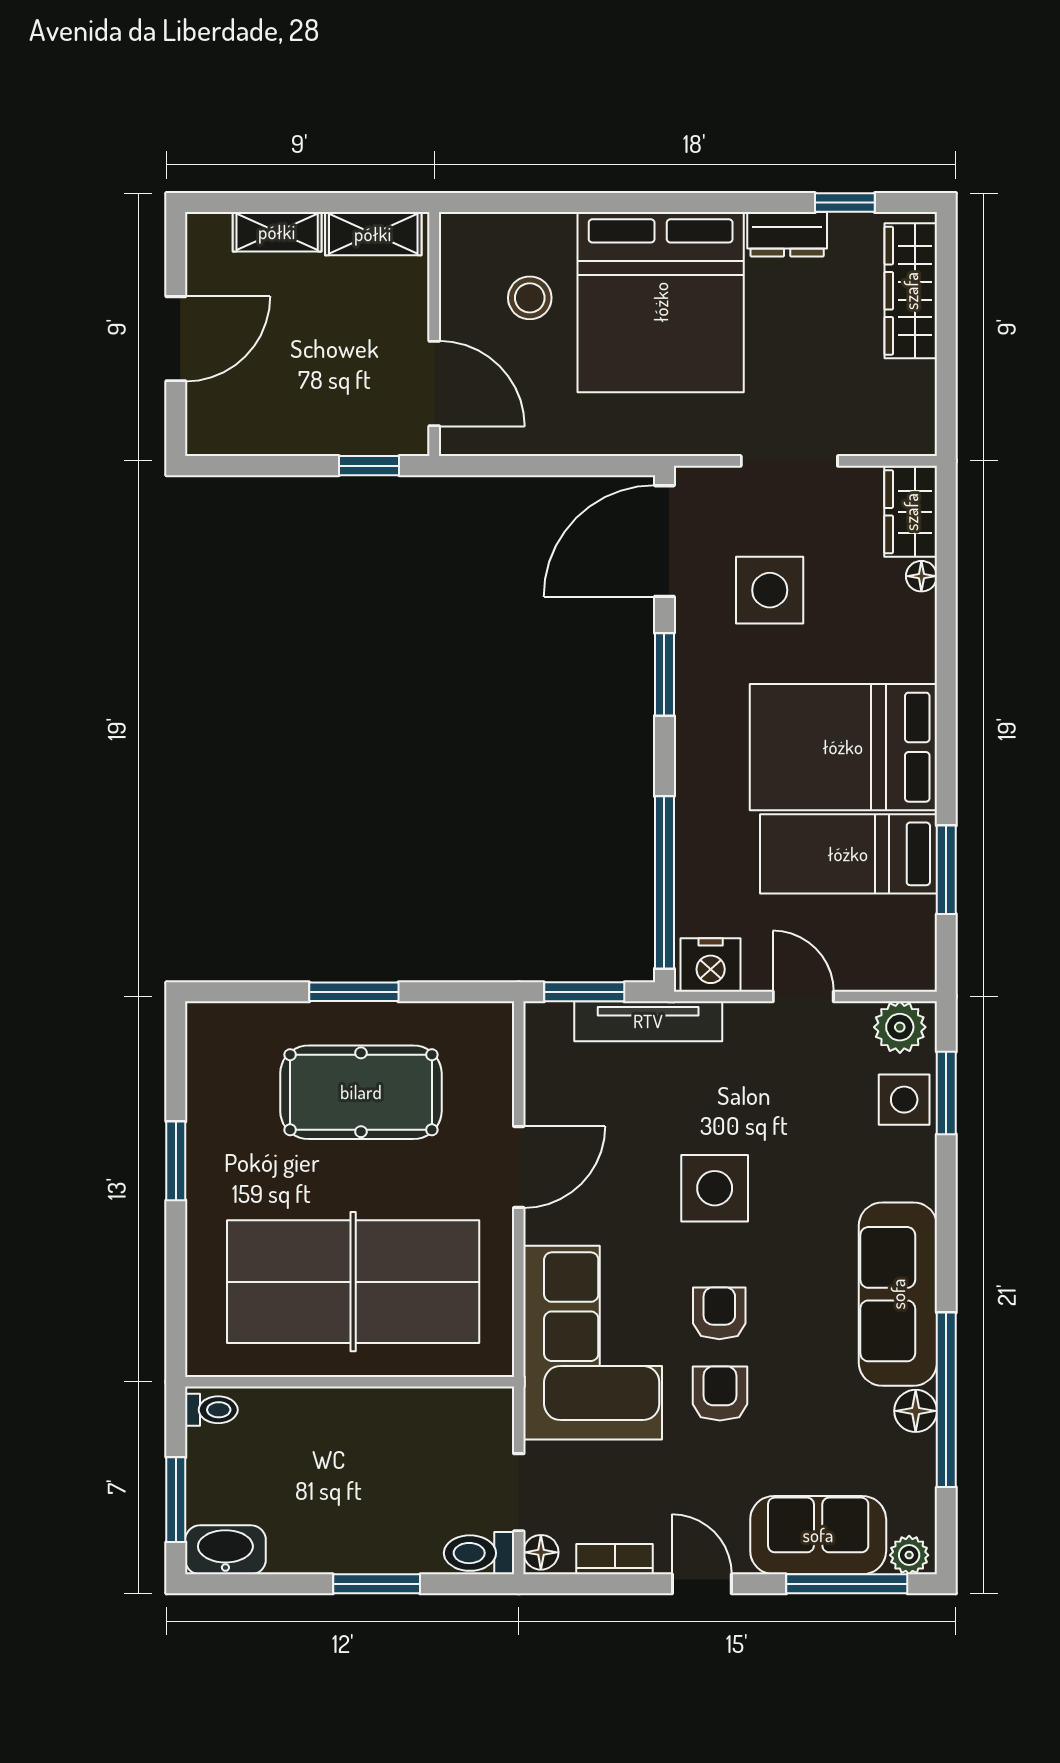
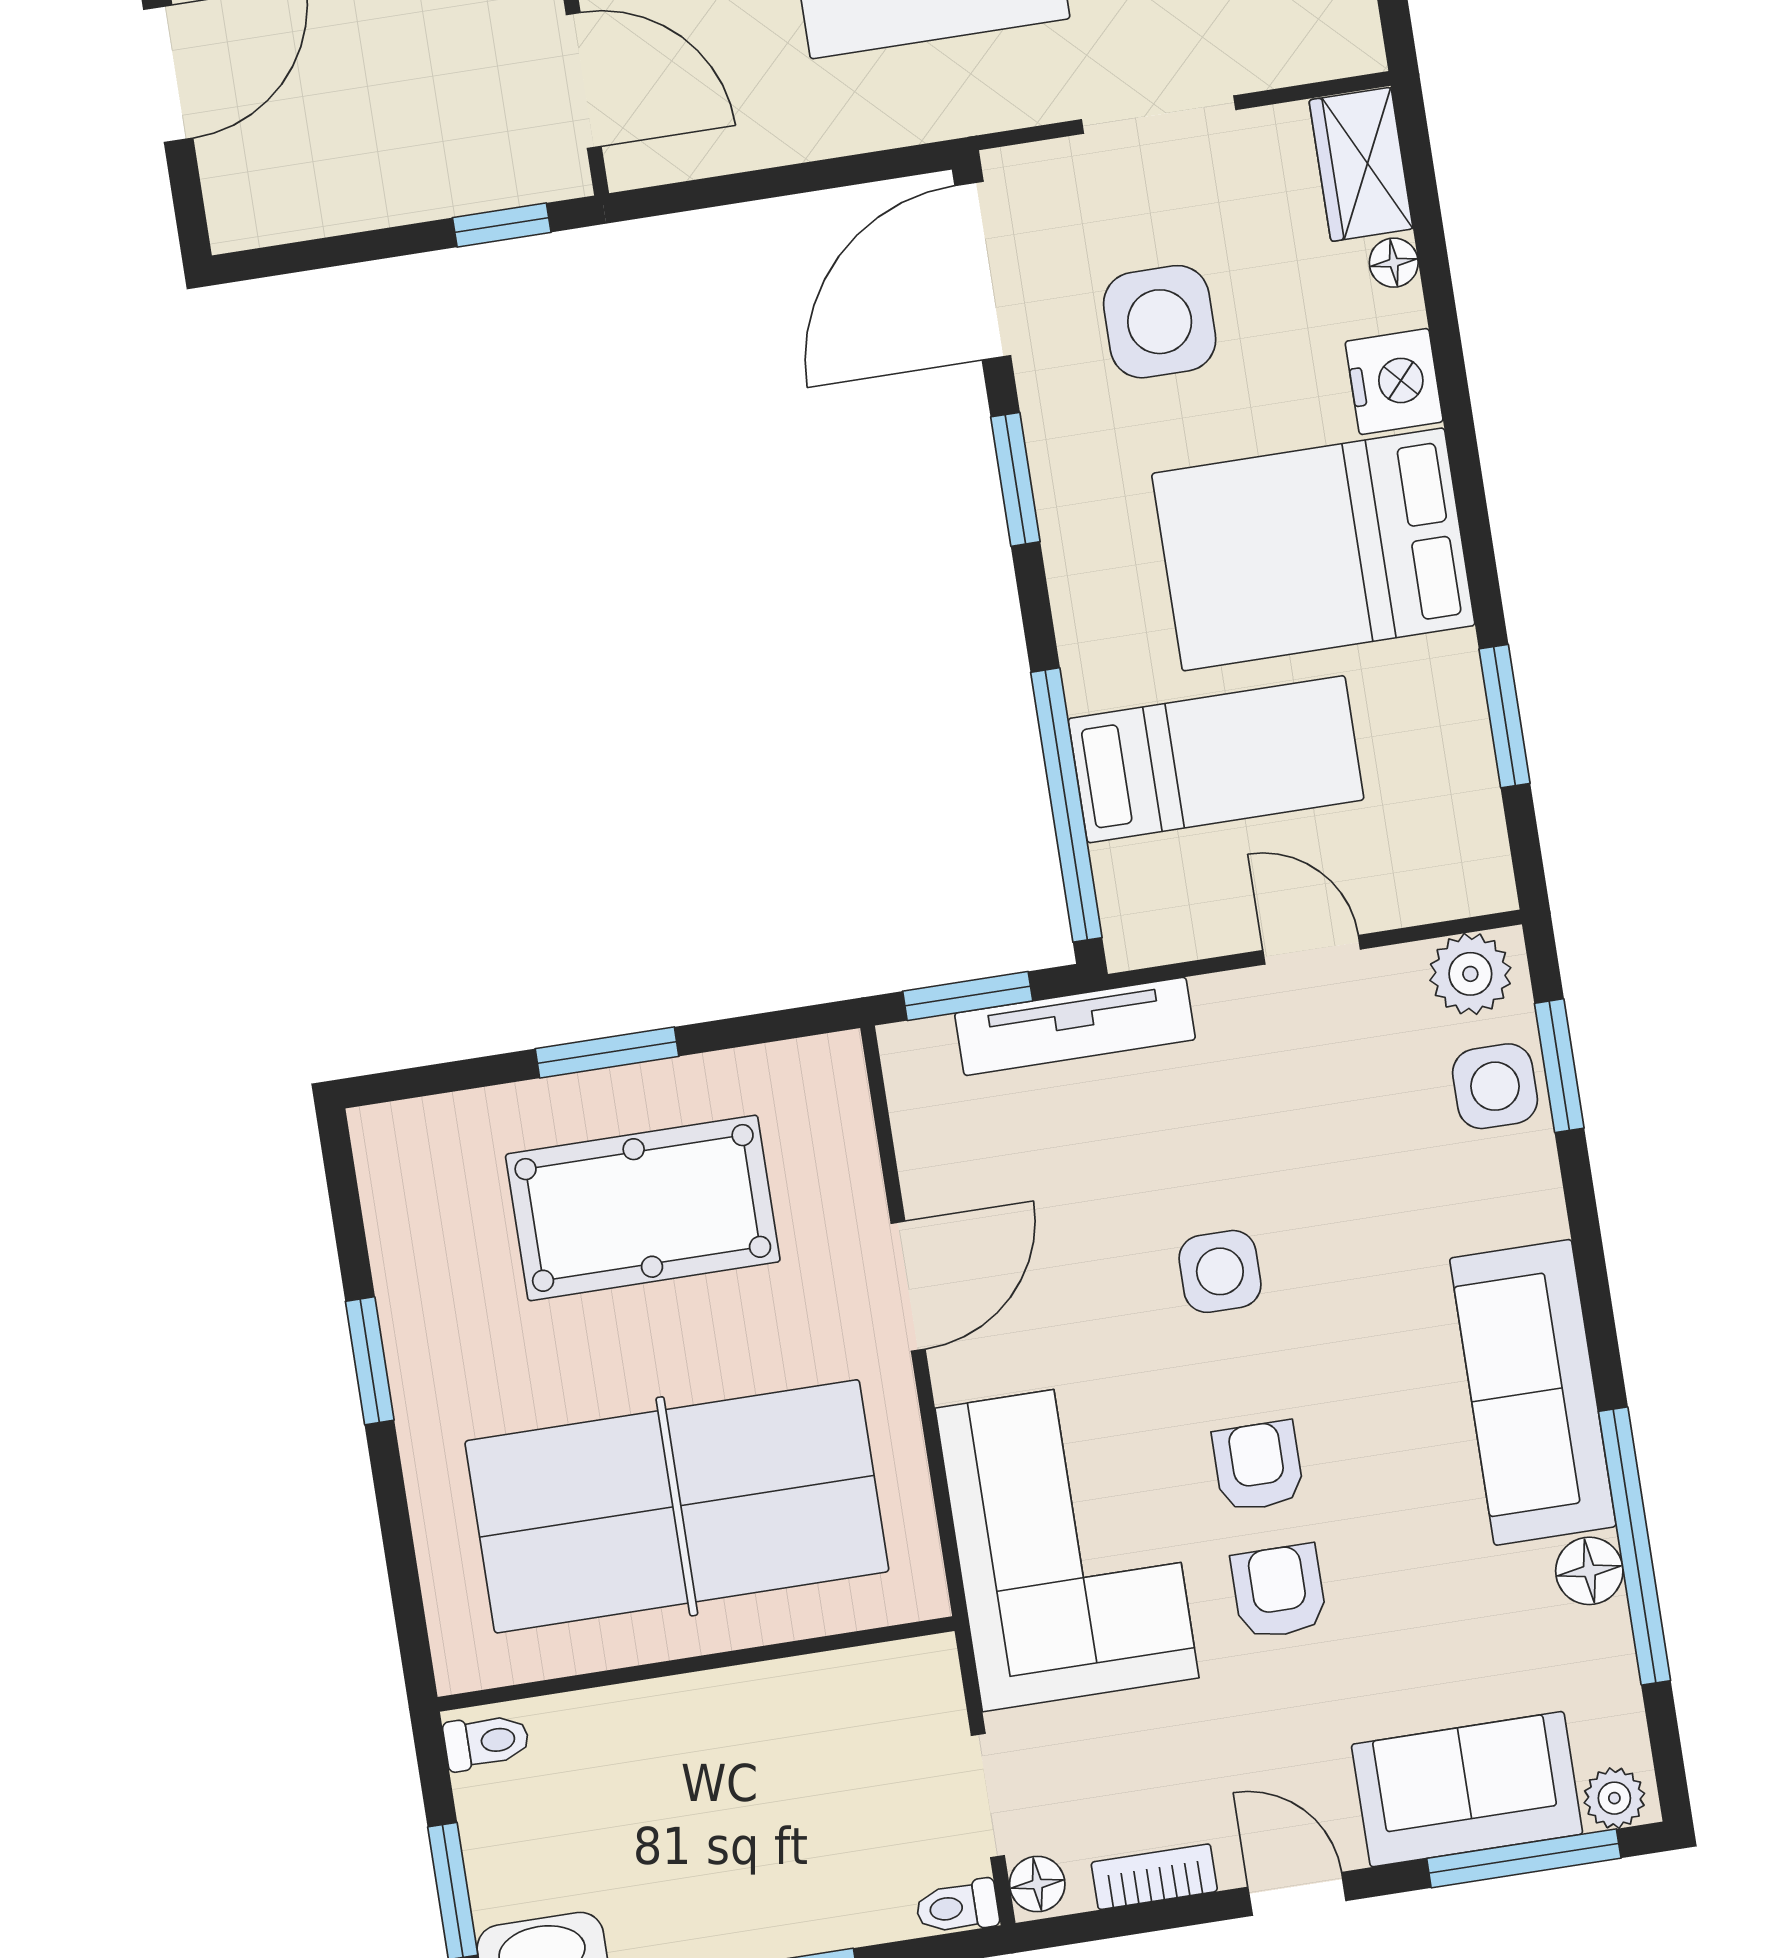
bed: (848, 854) -> (1216, 759), moved, turned 180
nightstand: (711, 965) -> (1394, 382), moved, turned -90
side table: (715, 1188) -> (1220, 1271), width x0.73, depth x0.73
toilet: (479, 1553) -> (957, 1907), width x0.73, depth x0.72

